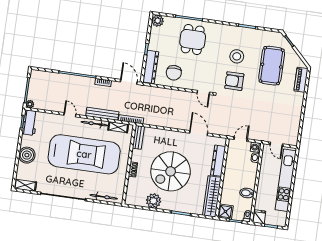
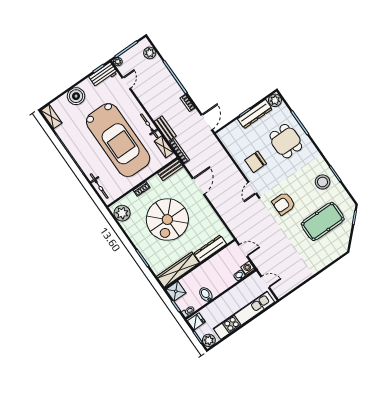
dining table: (193, 39) -> (286, 141), turned 90
stool: (237, 56) -> (323, 182), moved
dresser: (151, 67) -> (255, 114), moved
chair: (174, 73) -> (256, 162), moved
plant: (44, 77) -> (150, 53), added
piano: (301, 80) -> (333, 254), removed
armchair: (234, 81) -> (284, 204), turned -90
bench: (102, 114) -> (165, 129), width x0.73
door: (70, 115) -> (126, 83), moved
door: (199, 133) -> (198, 186), moved
door: (276, 144) -> (265, 282), swing flipped
spiral stairs: (171, 171) -> (167, 220), turned -90
plant: (153, 201) -> (122, 213), moved
plant: (280, 220) -> (209, 340), added

